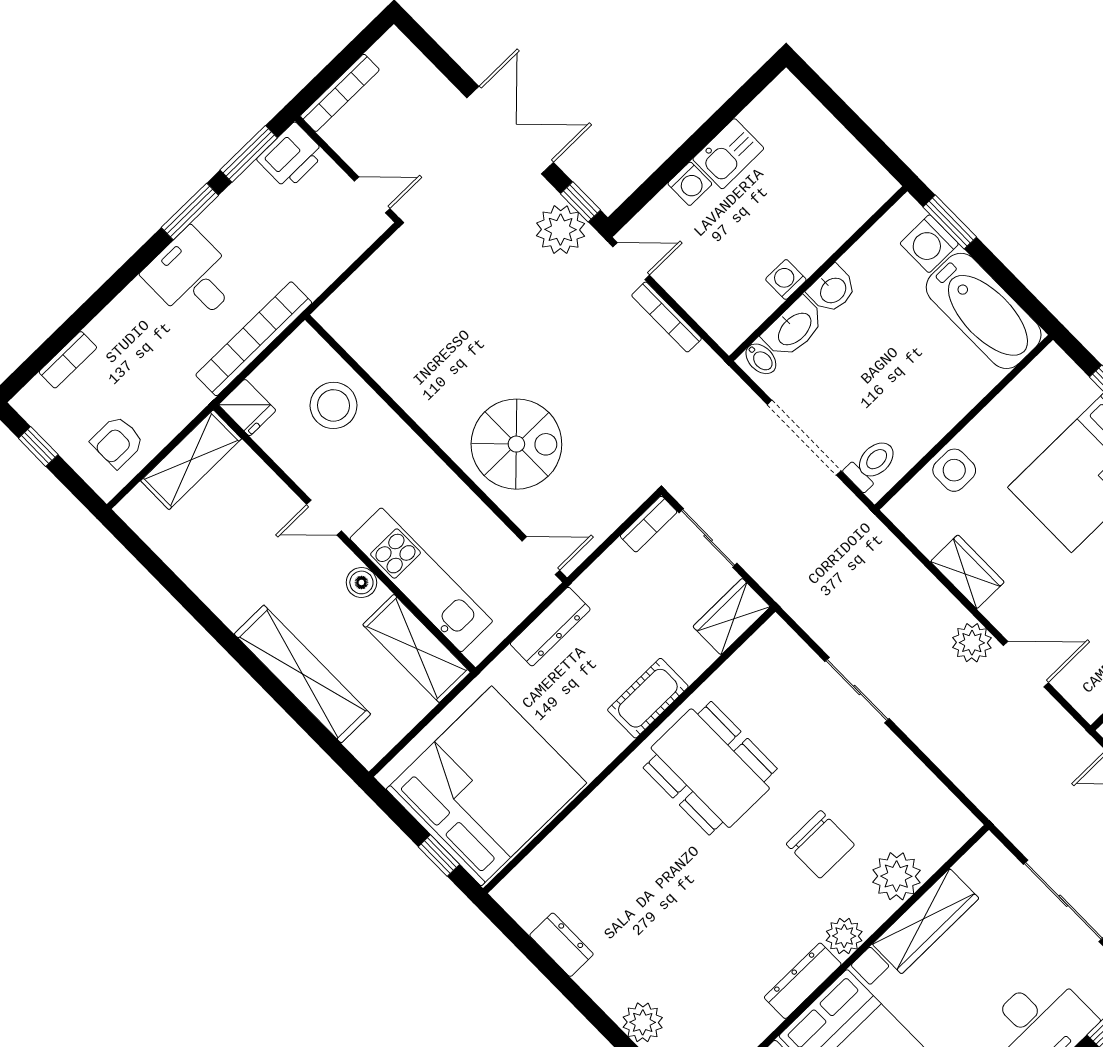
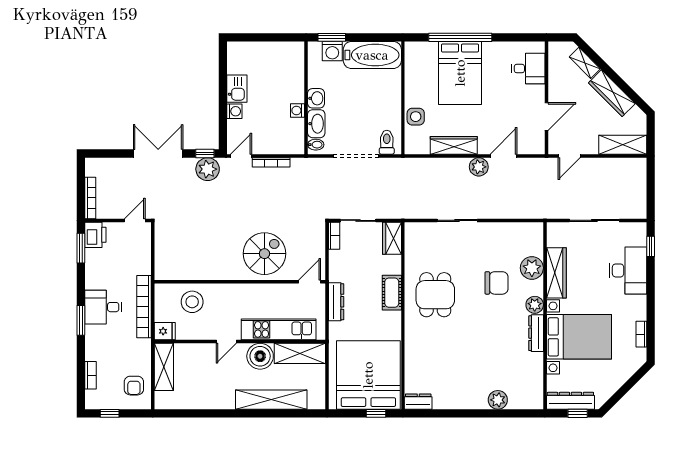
window: (190, 211) -> (81, 320), moved
wardrobe: (967, 572) -> (454, 145), width x1.50
boiler: (361, 582) -> (260, 356), width x1.86, depth x1.86
dining table: (710, 768) -> (435, 295), width x0.73
dresser: (561, 945) -> (418, 402), moved

